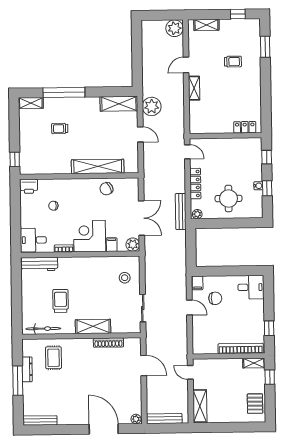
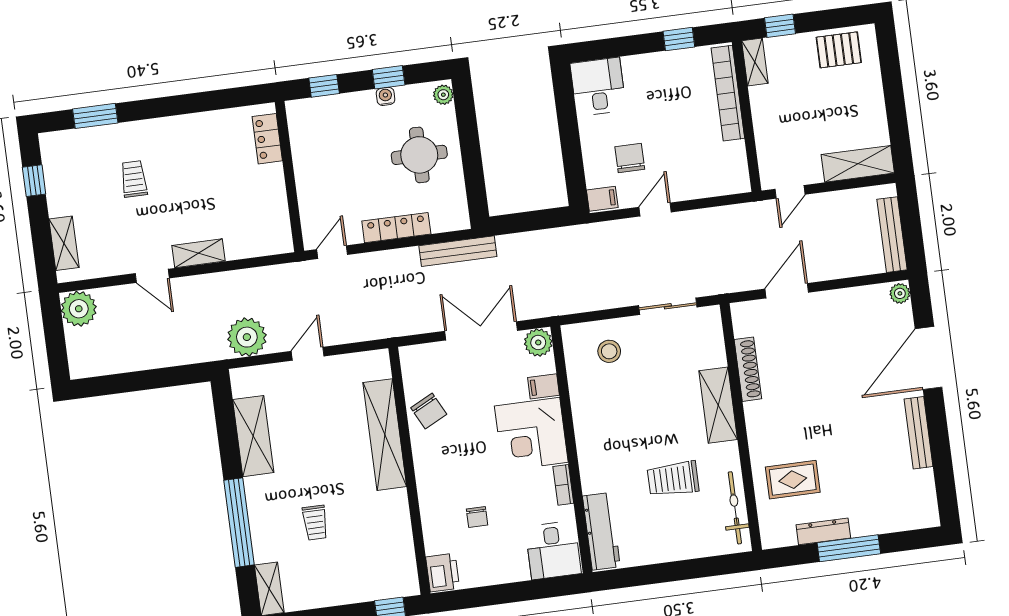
shelving: (119, 104) -> (253, 436), moved
plant: (197, 214) -> (443, 95), moved
bench: (40, 420) -> (918, 433), moved

